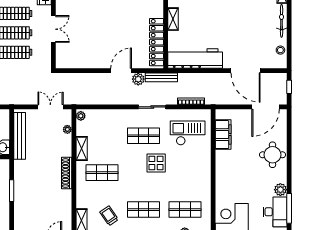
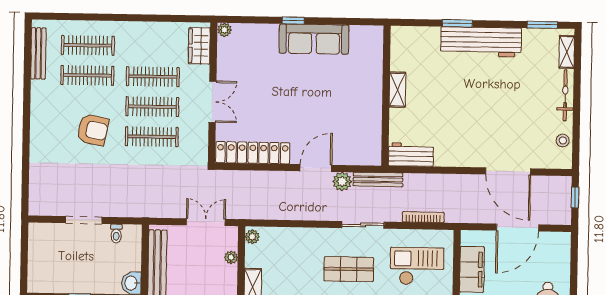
locker: (156, 42) -> (253, 153), moved, turned 90
workbench: (195, 59) -> (411, 155), width x0.53, depth x0.76
door: (266, 107) -> (517, 228), moved

